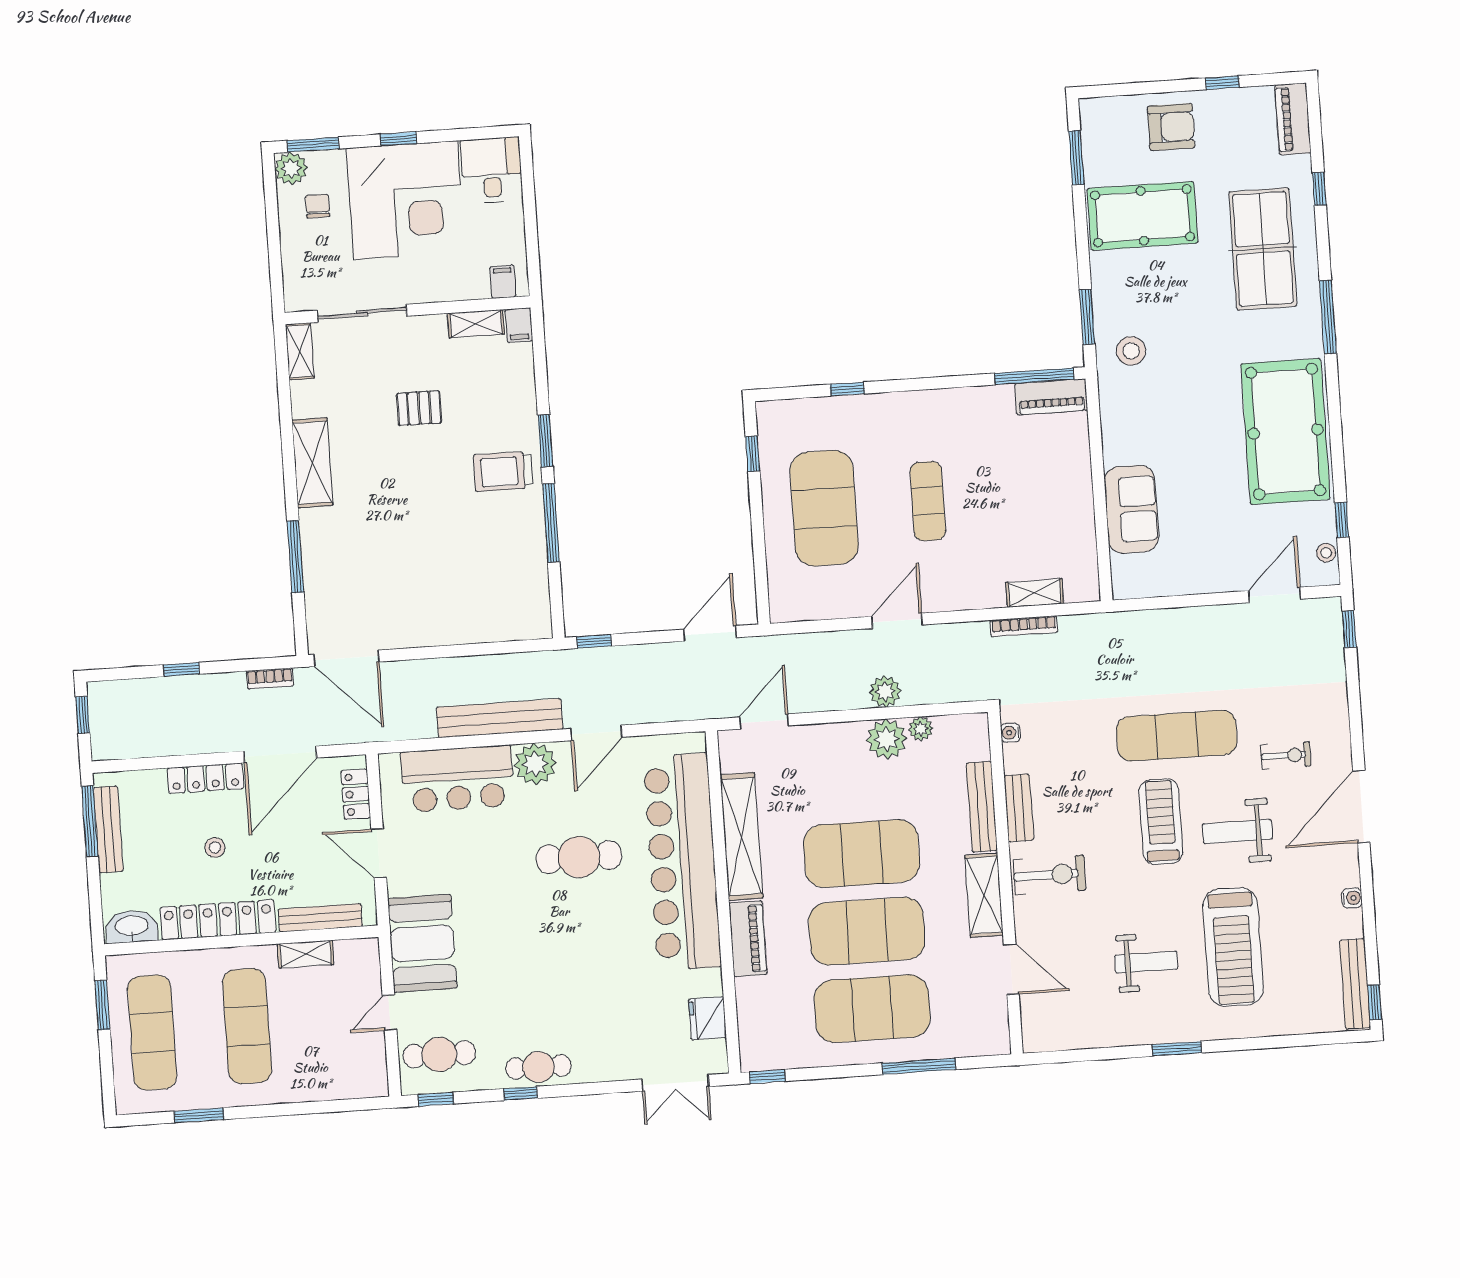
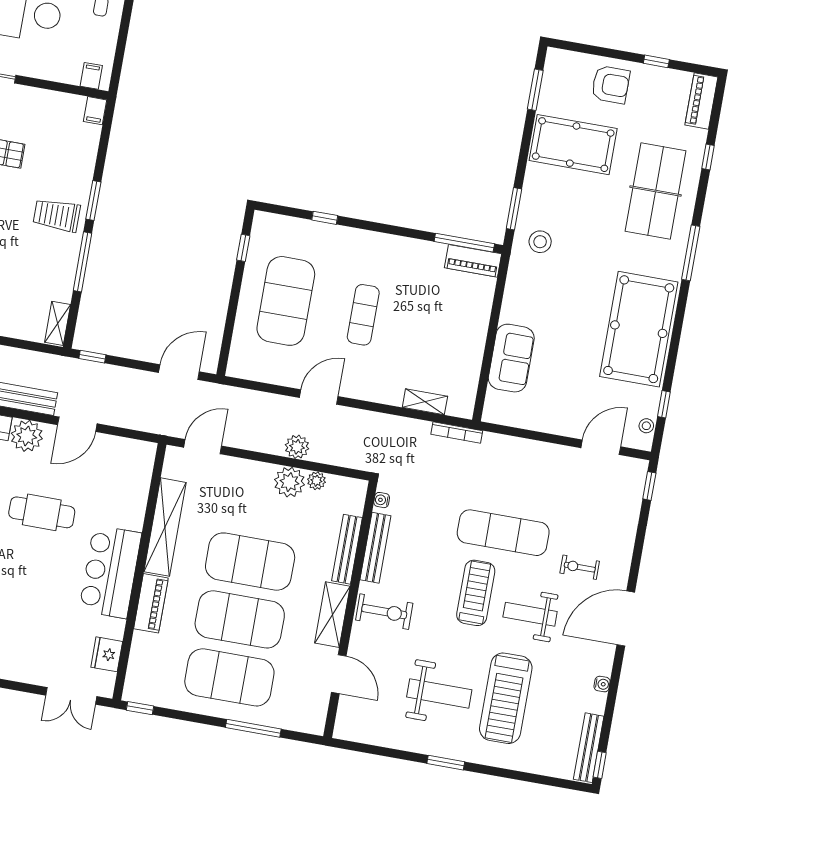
shelving: (476, 324) -> (58, 323), moved, turned 90
bookcase: (1024, 626) -> (457, 433), moved
exercise bike: (1286, 755) -> (580, 567), turned 180
bench: (1019, 808) -> (375, 548), width x1.36
bar counter: (682, 862) -> (110, 572), width x0.54
weight bench: (1146, 962) -> (439, 693), width x1.36, depth x1.33

